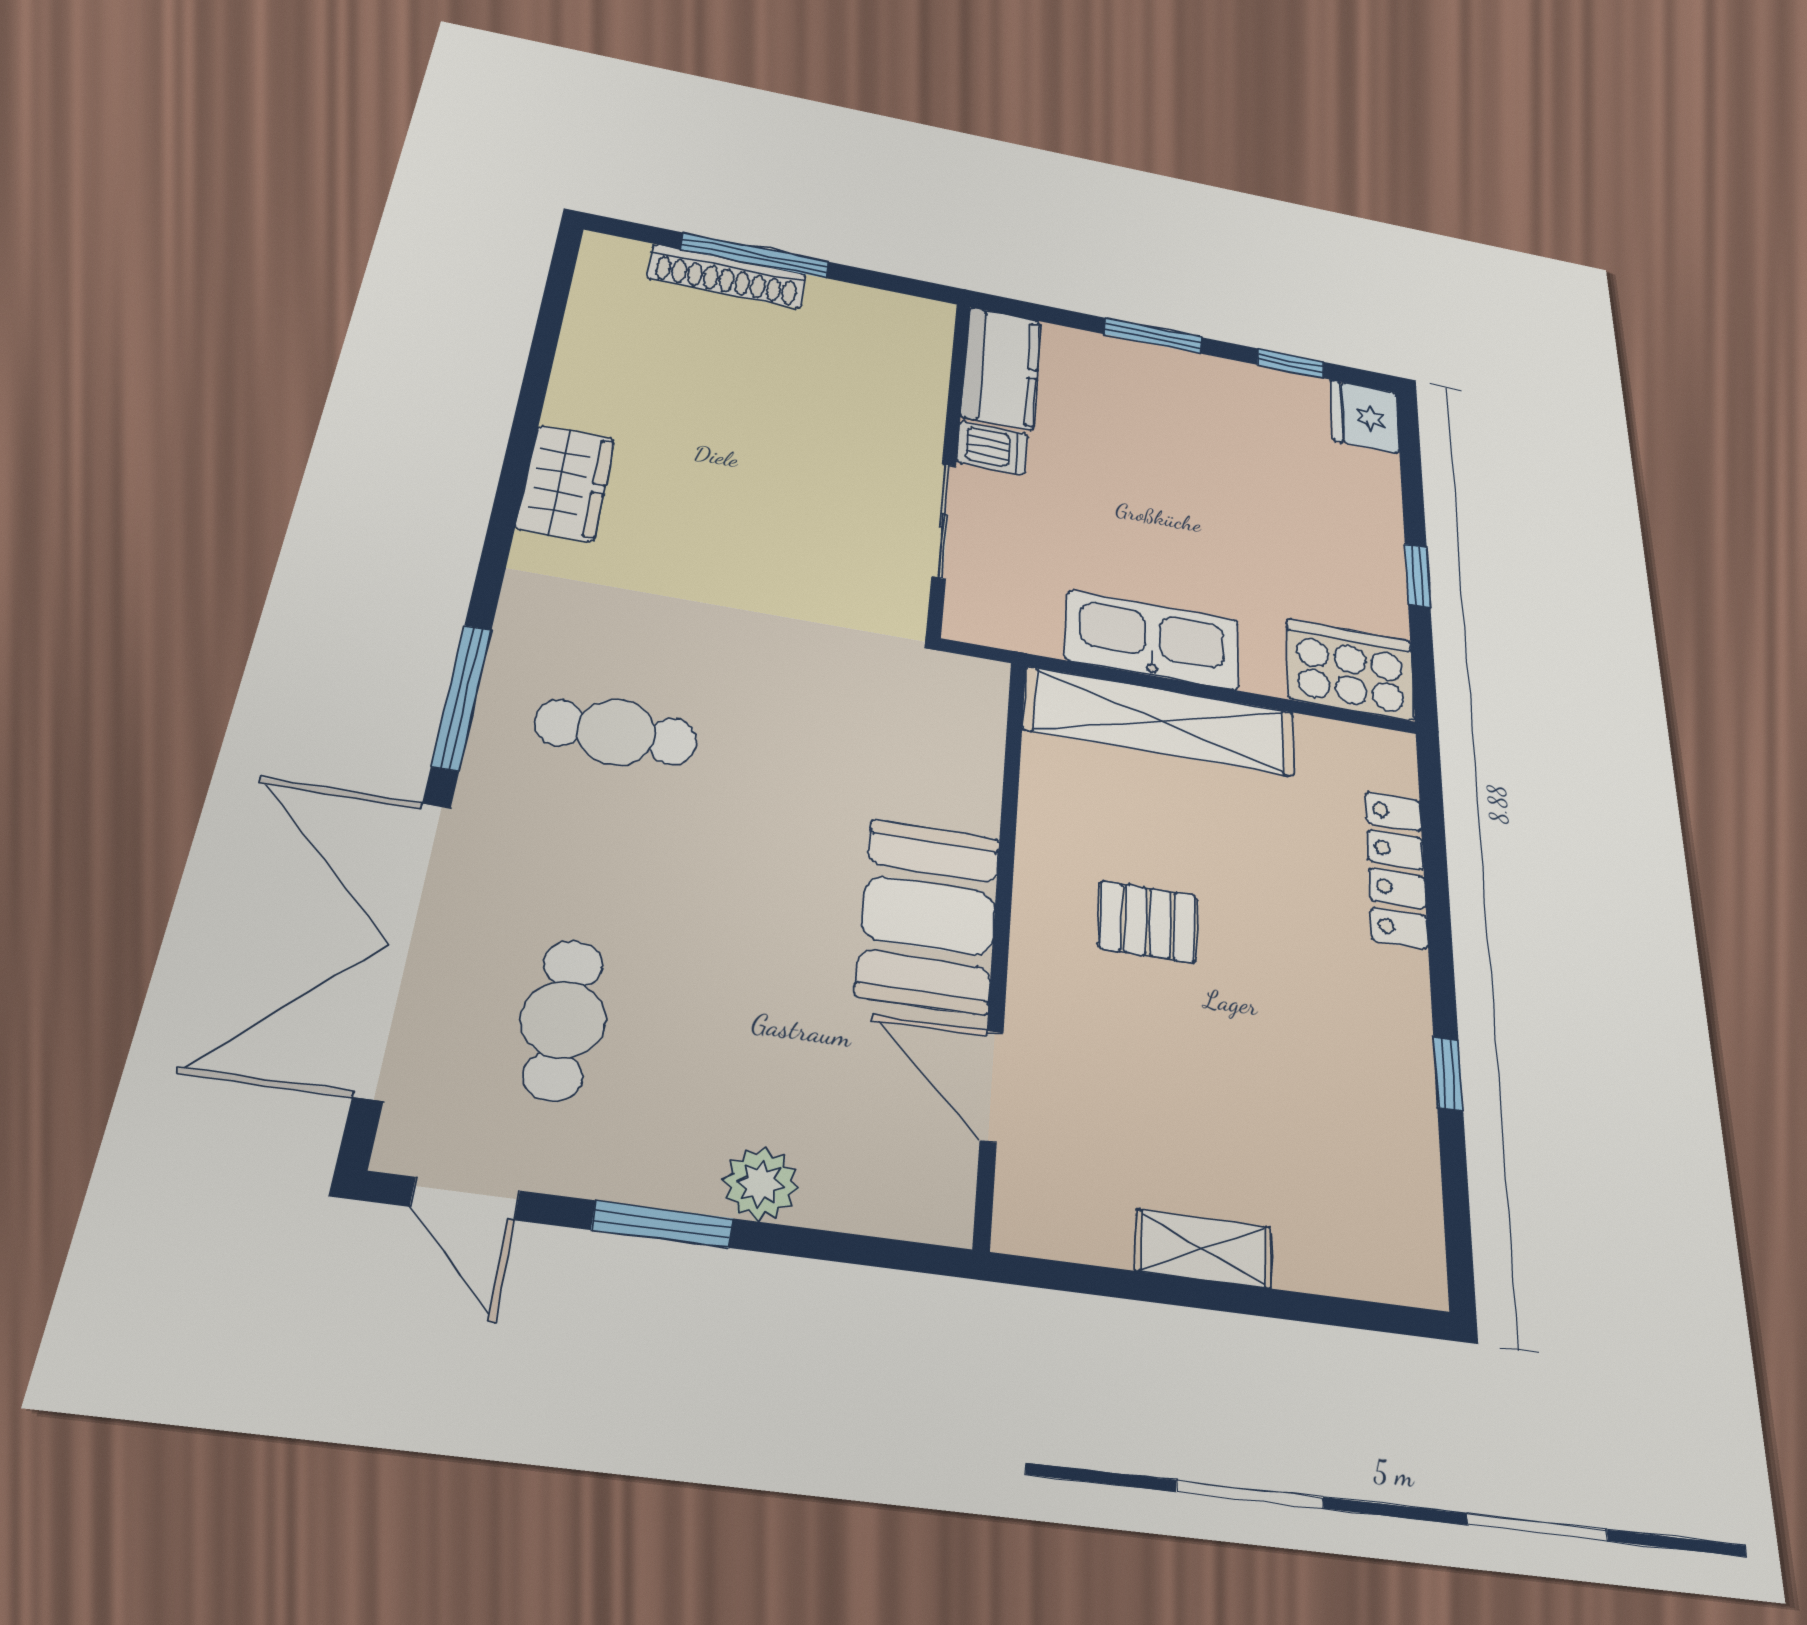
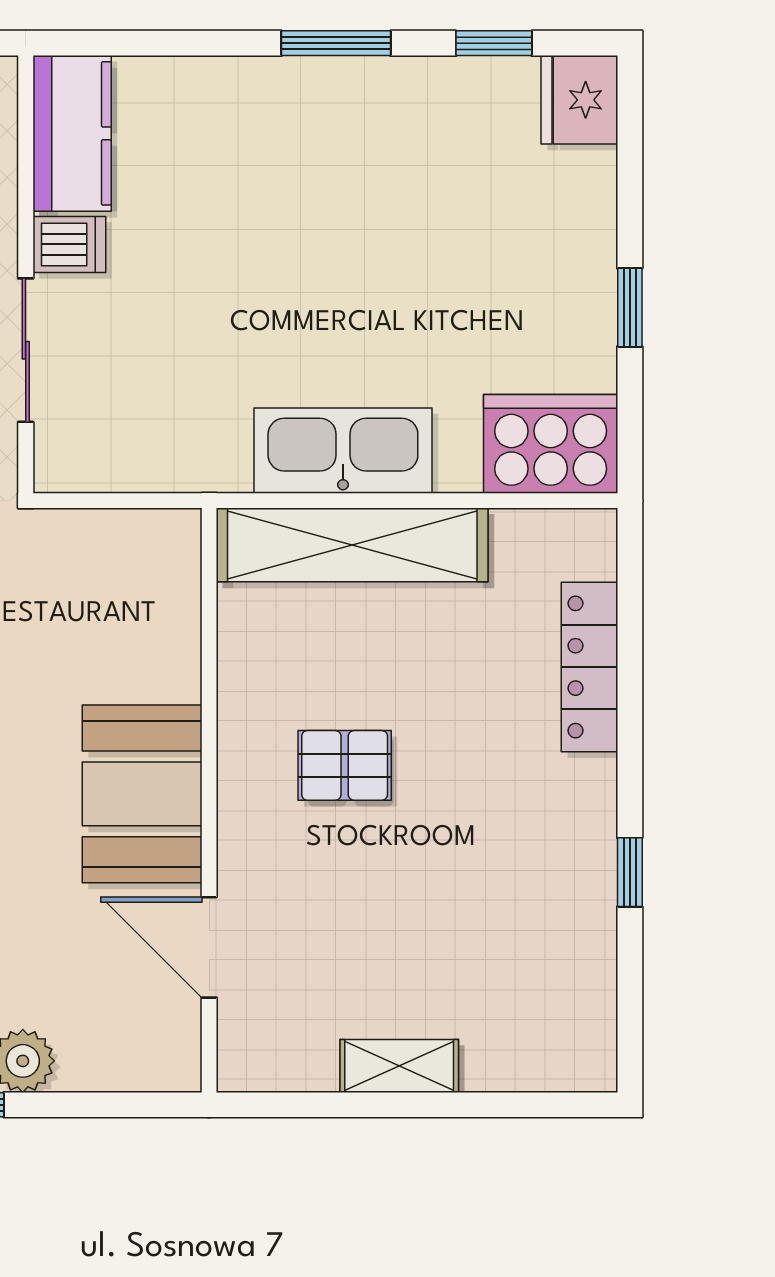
kitchen counter: (1001, 368) -> (72, 133), moved
dishwasher: (992, 448) -> (69, 244), moved
wall: (949, 462) -> (26, 274), moved
sliding door: (944, 521) -> (26, 350), moved

